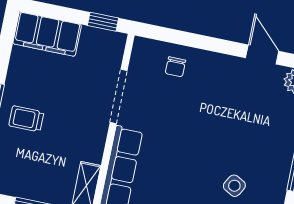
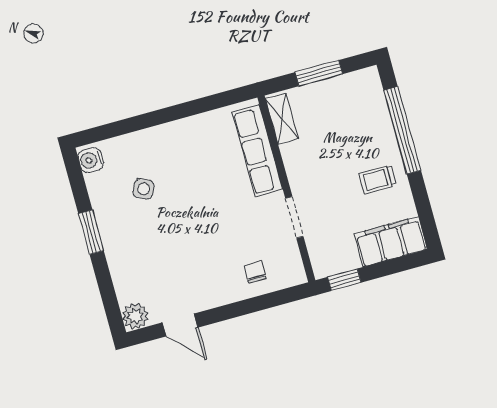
doorway: (119, 96) -> (294, 217), width x0.73
trolley: (26, 119) -> (378, 179), moved, turned 180

